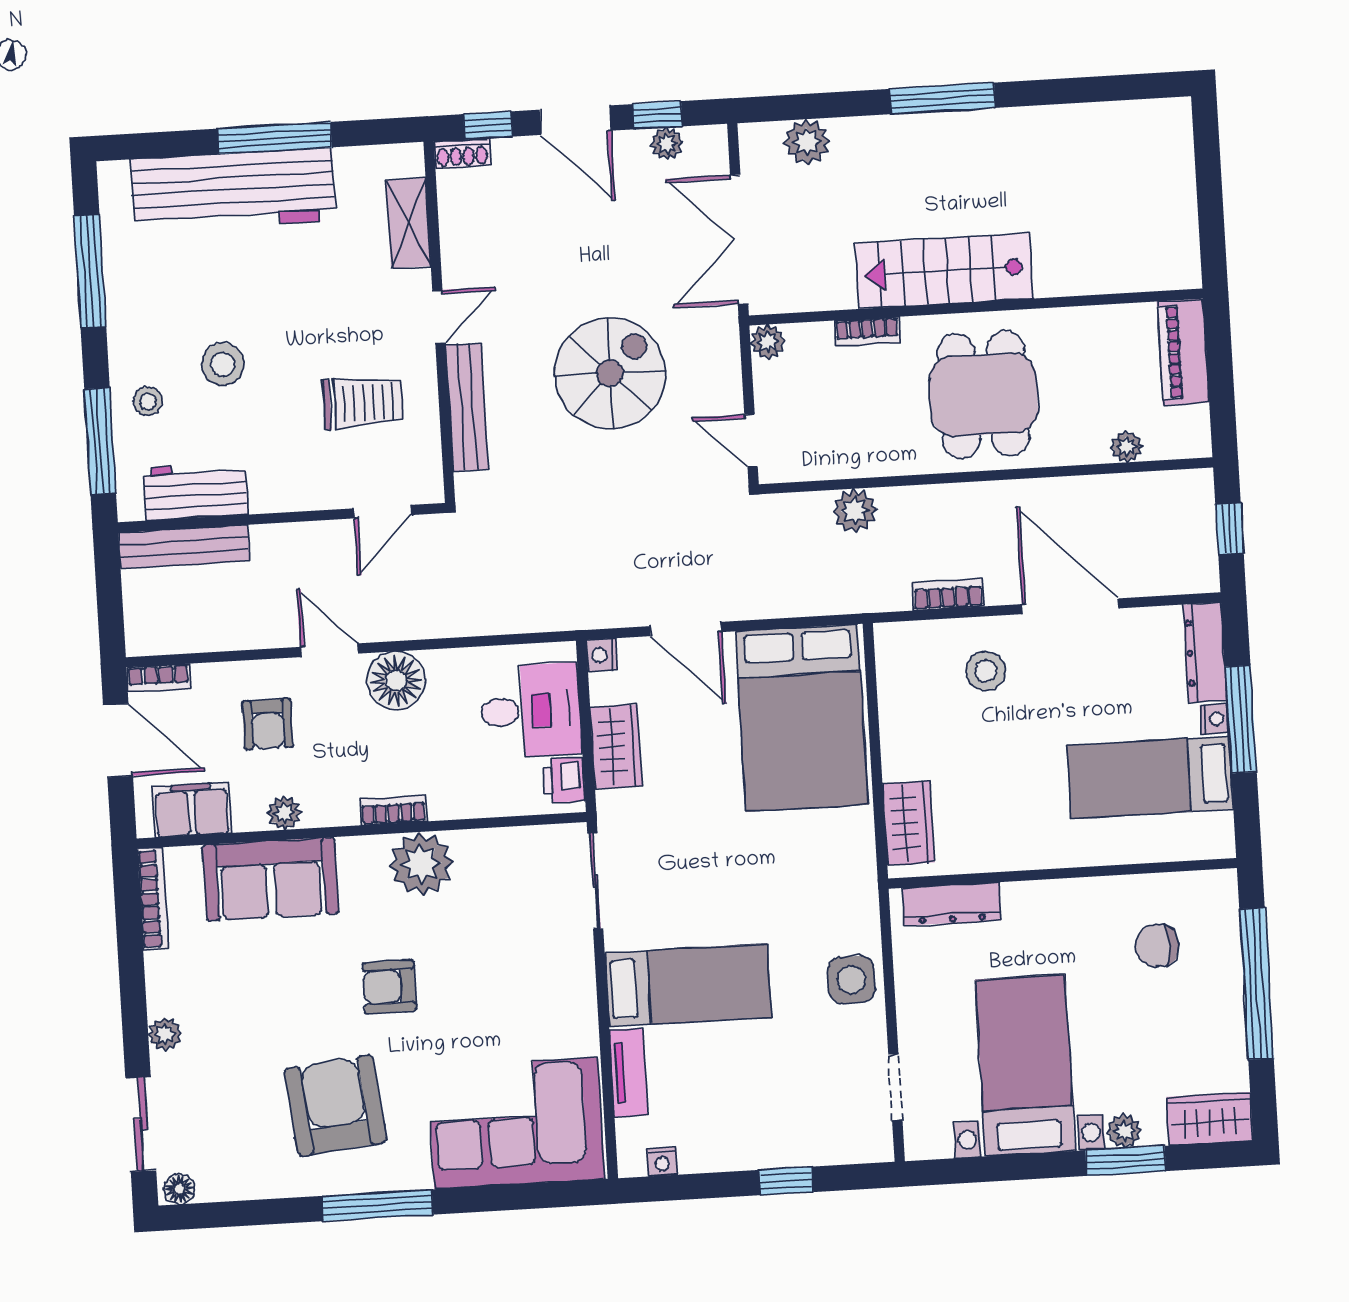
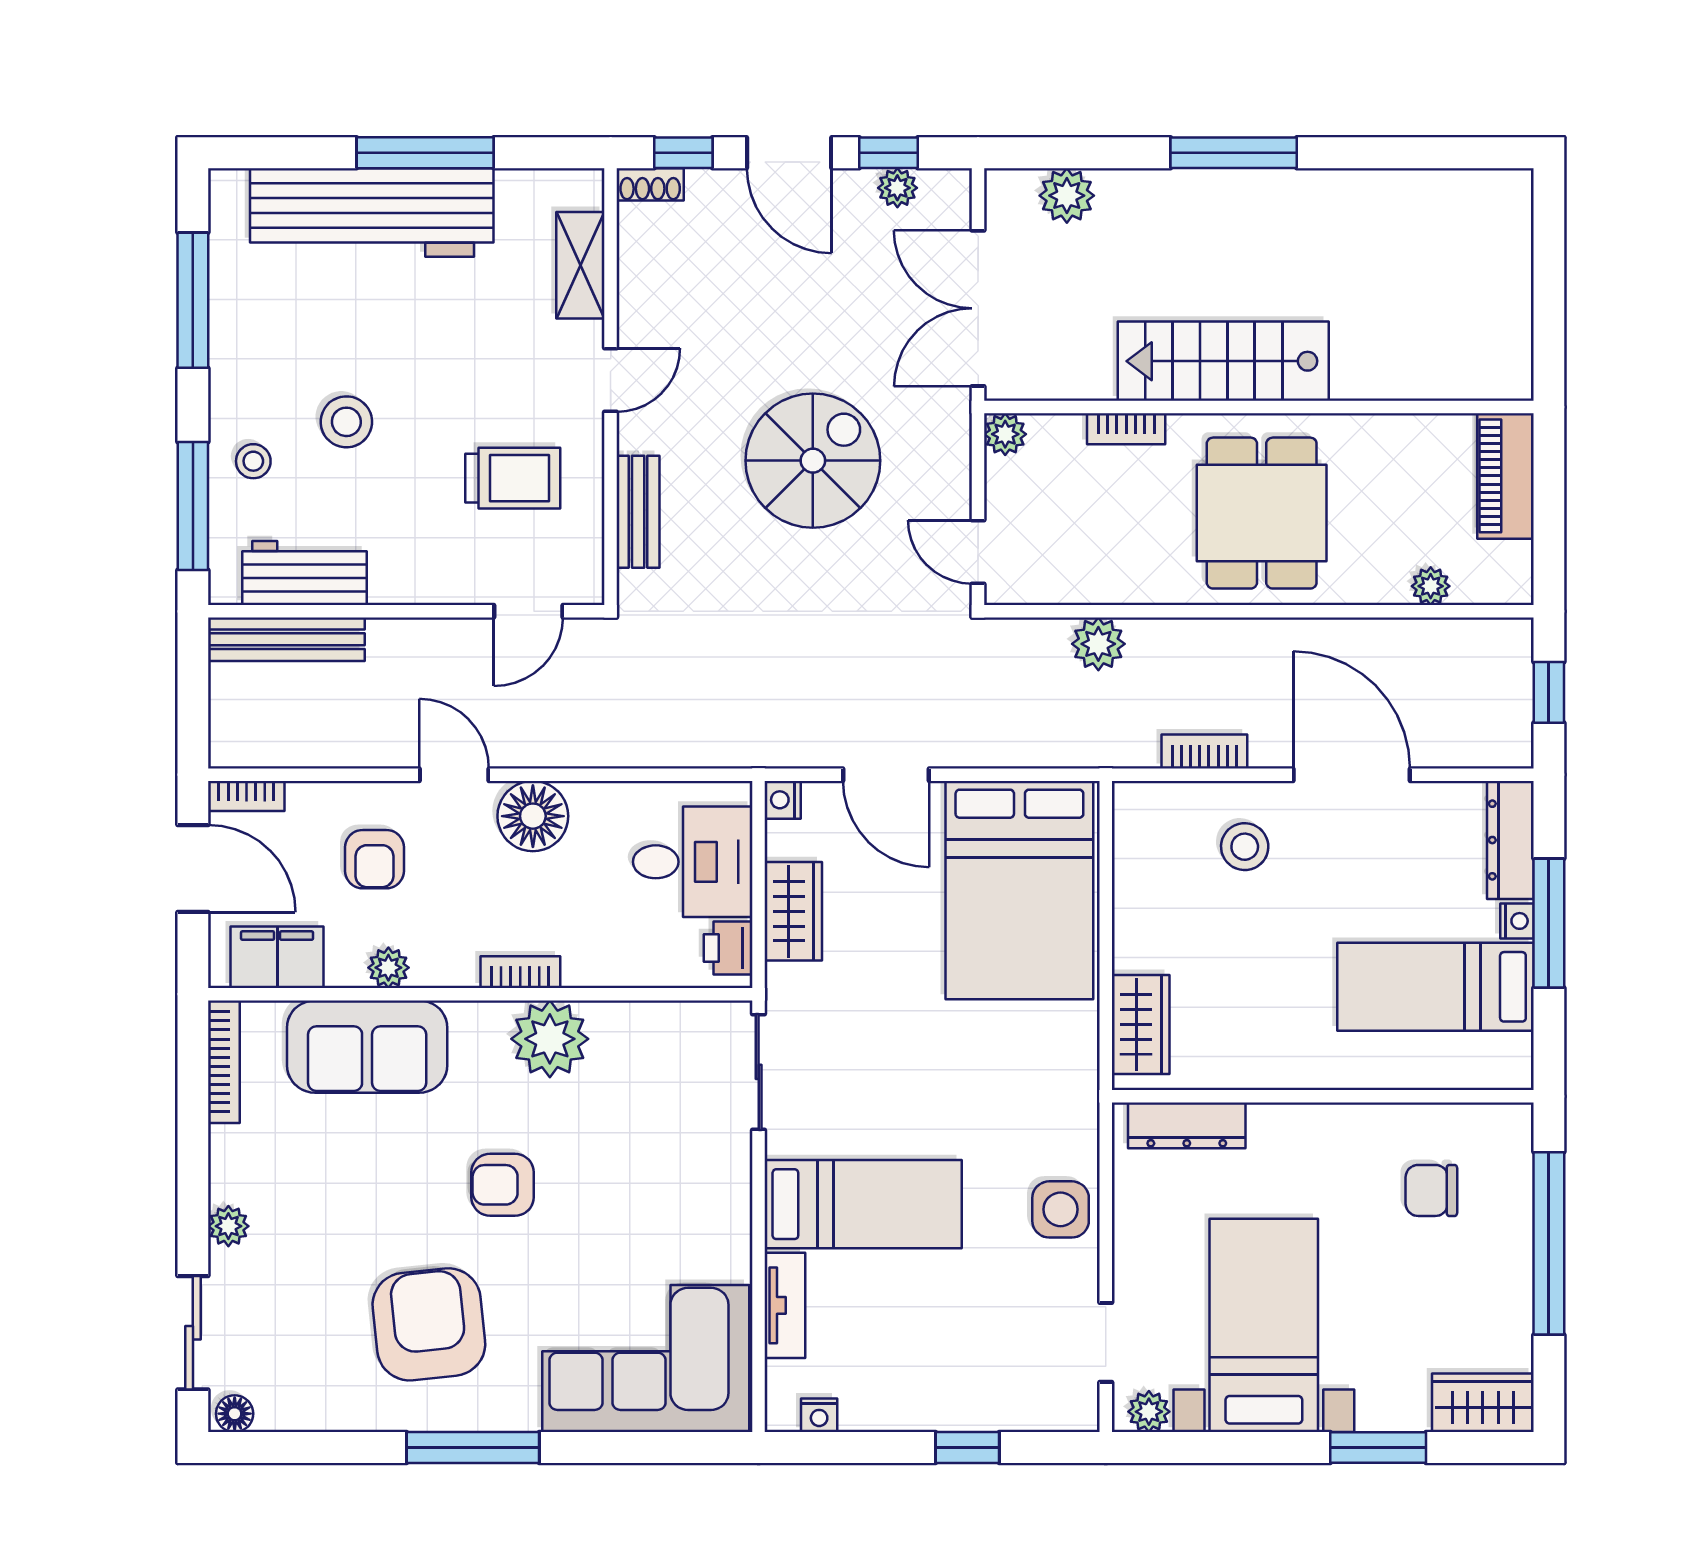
bench: (467, 407) -> (638, 512), width x0.73
plant: (1124, 1131) -> (1149, 1412), moved

